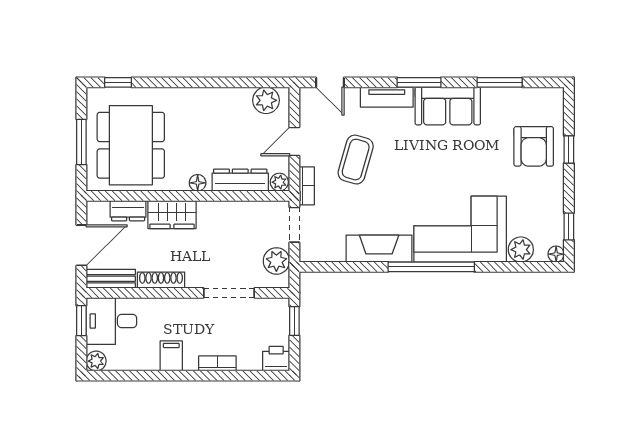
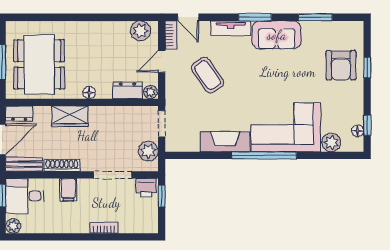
window: (118, 82) -> (30, 17), removed
coffee table: (356, 160) -> (208, 75), turned -51
dresser: (240, 180) -> (128, 90), width x0.70
bookcase: (307, 186) -> (171, 35), moved
dresser: (128, 211) -> (19, 113), moved
floor lamp: (556, 254) -> (358, 131), moved
filing cabinet: (171, 356) -> (68, 190), moved, turned 180
printer: (276, 359) -> (146, 188), moved, turned 180

